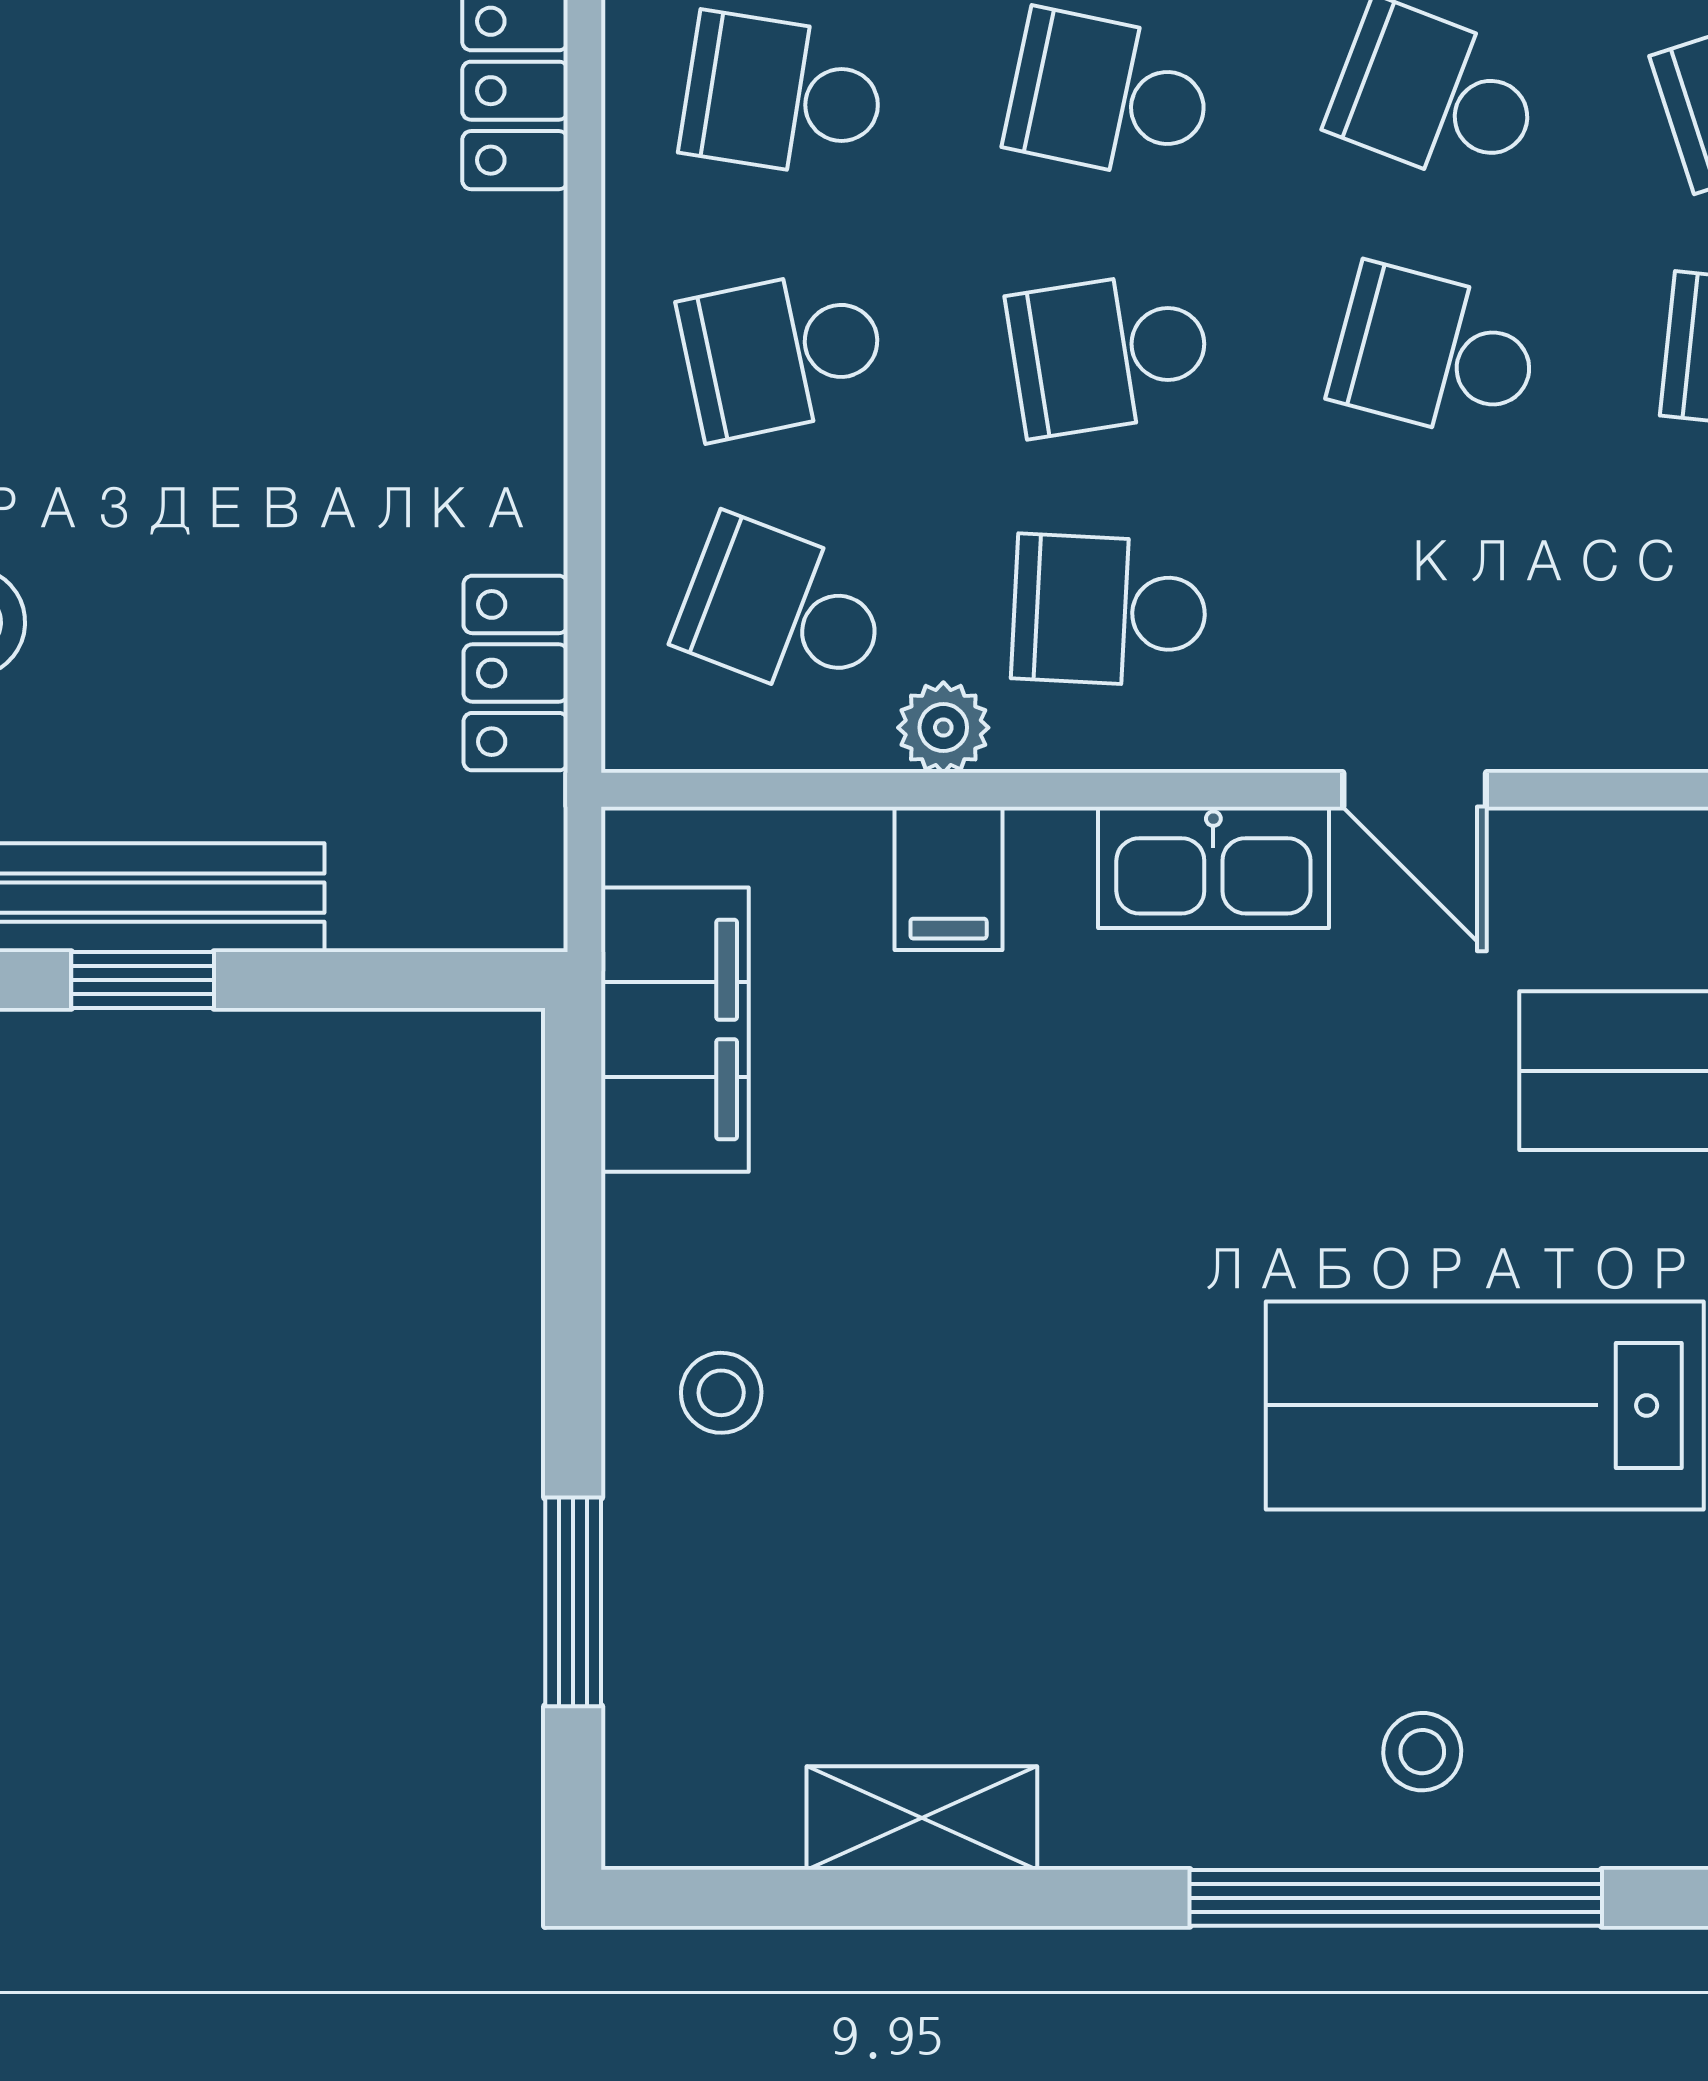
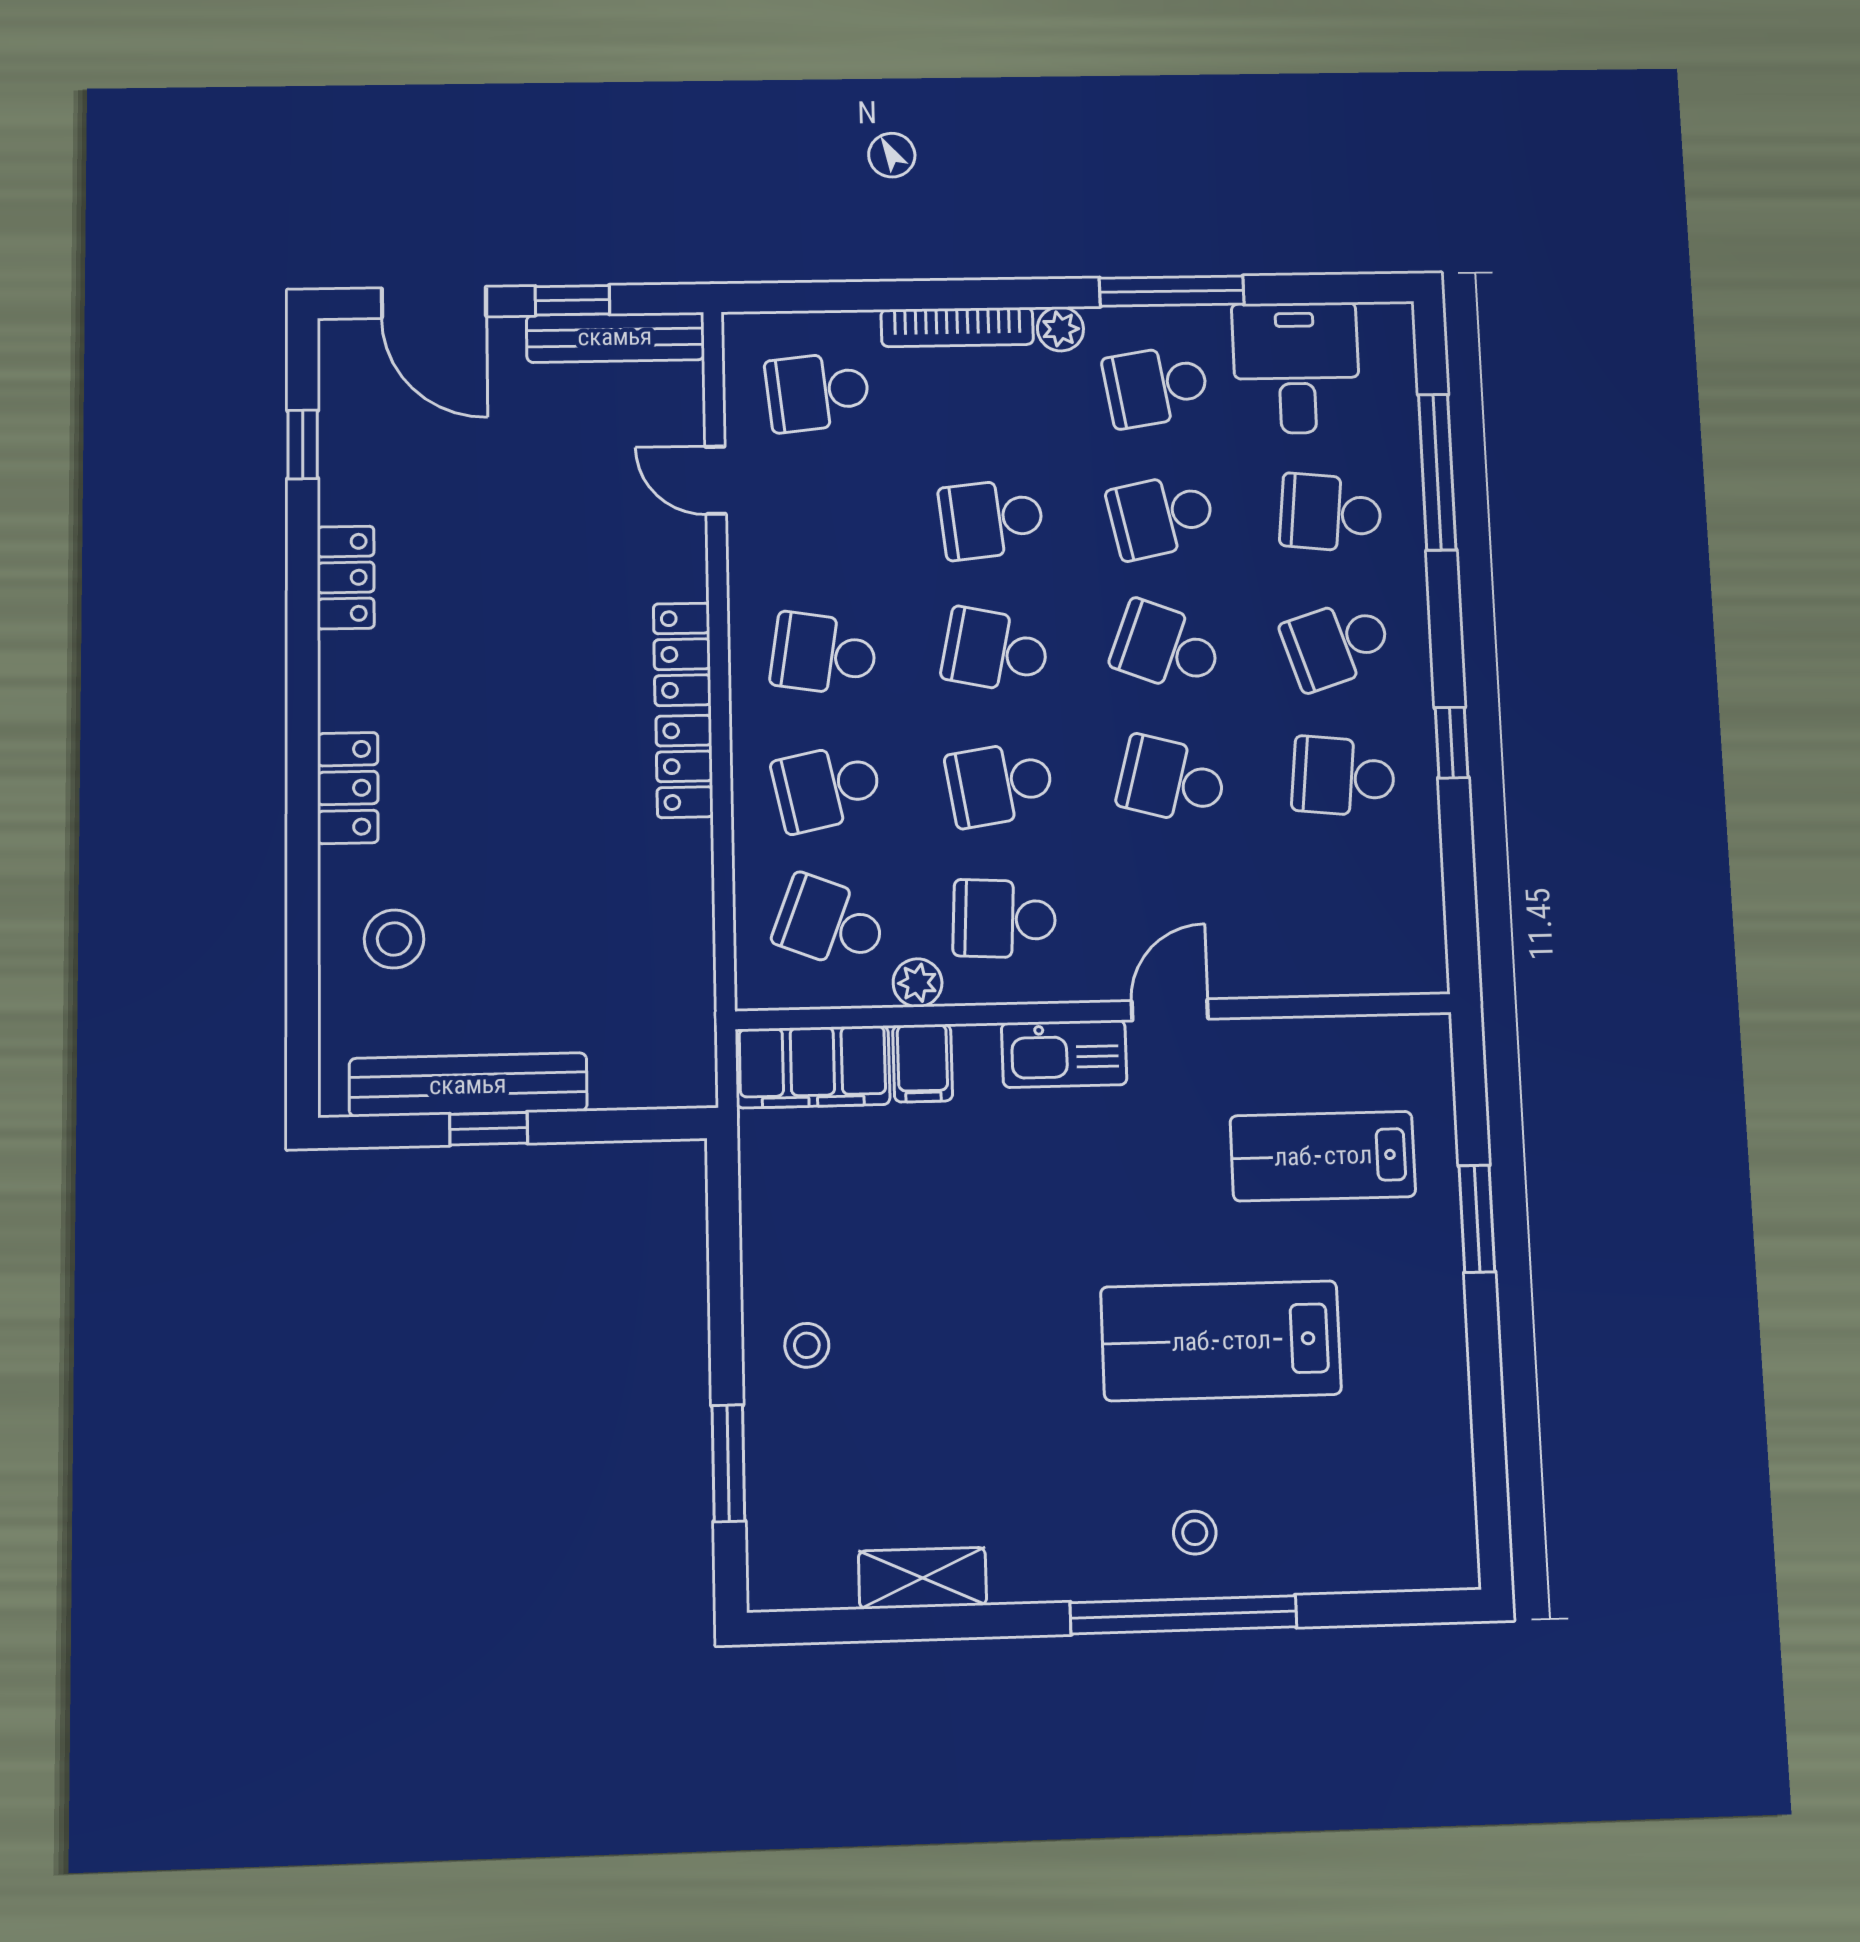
locker: (516, 673) -> (684, 766), moved
door: (1415, 790) -> (1170, 1010), swing flipped
filing cabinet: (675, 1030) -> (812, 1067), moved, turned 90

